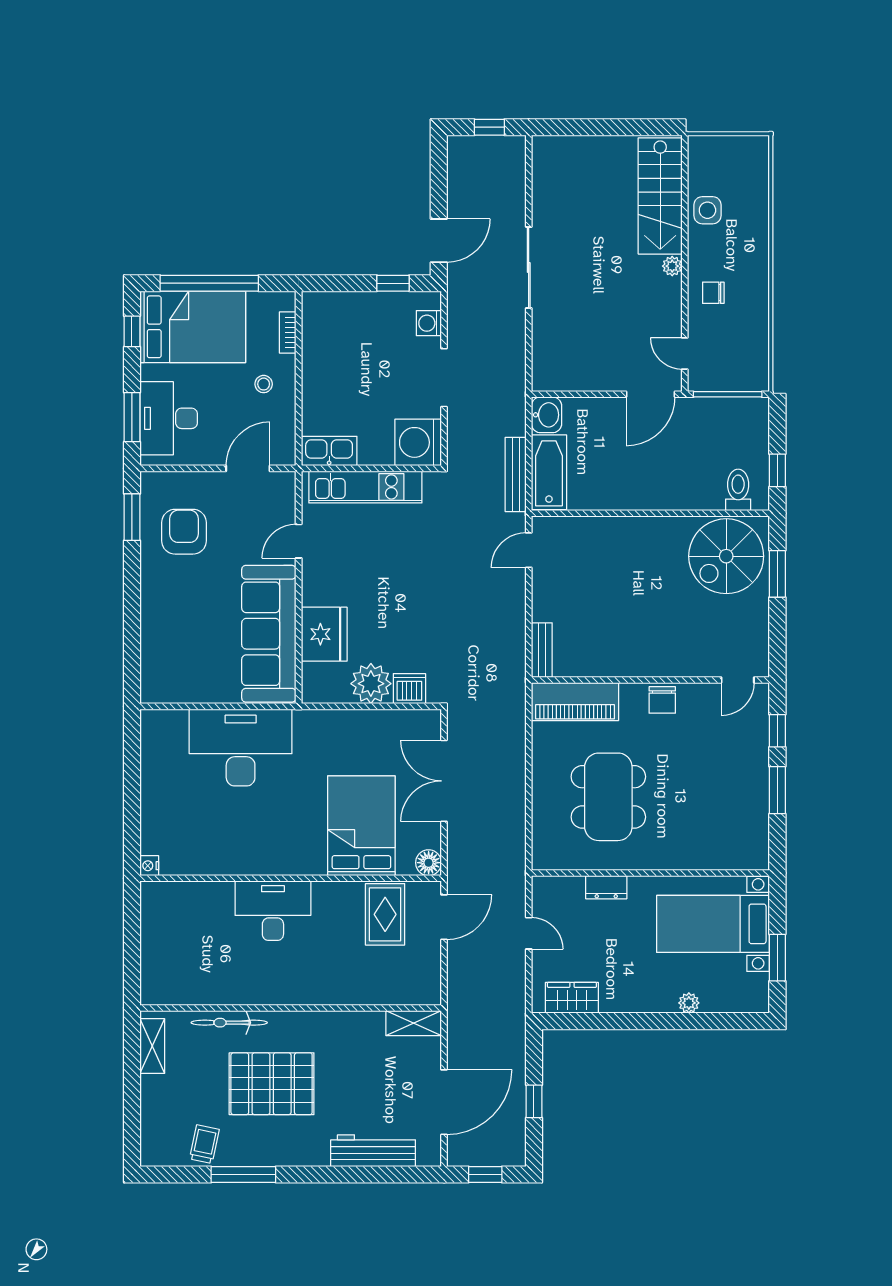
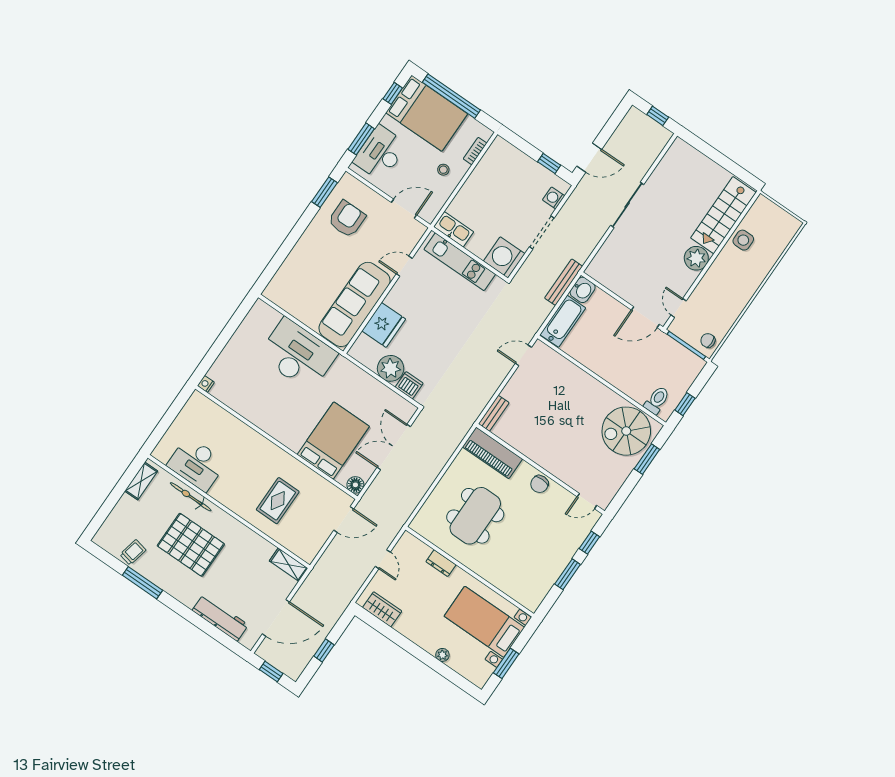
plant: (672, 266) -> (696, 258), width x1.88, depth x1.88
chair: (713, 293) -> (708, 340), moved
bench: (516, 475) -> (564, 282), moved
desk: (273, 911) -> (197, 464), moved, turned 180
rug: (385, 914) -> (278, 501), moved

